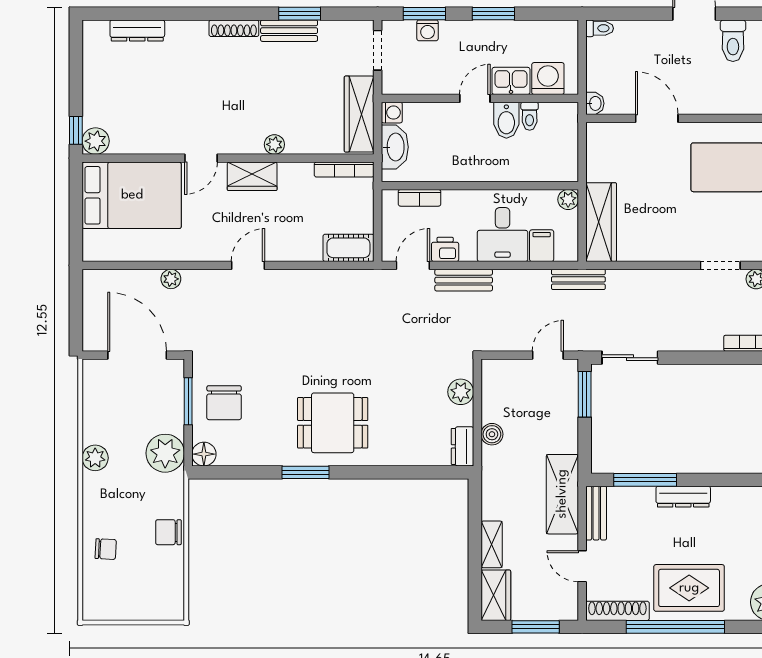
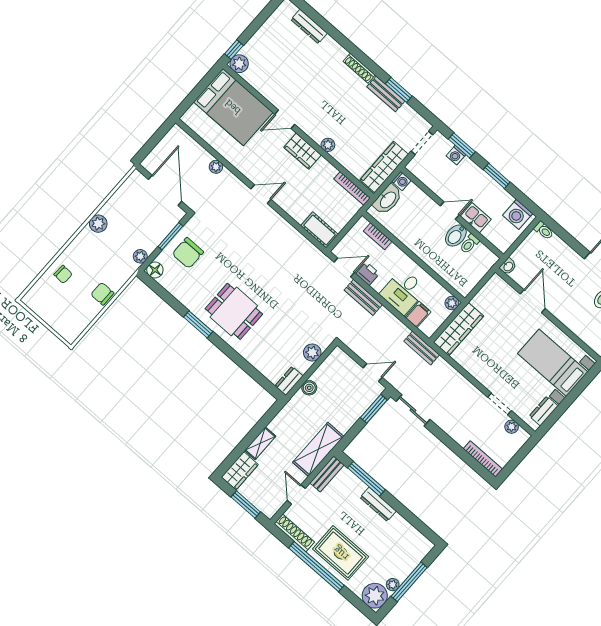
washing machine: (548, 79) -> (518, 214), moved, turned 180
plant: (165, 453) -> (140, 256), width x0.53, depth x0.53

